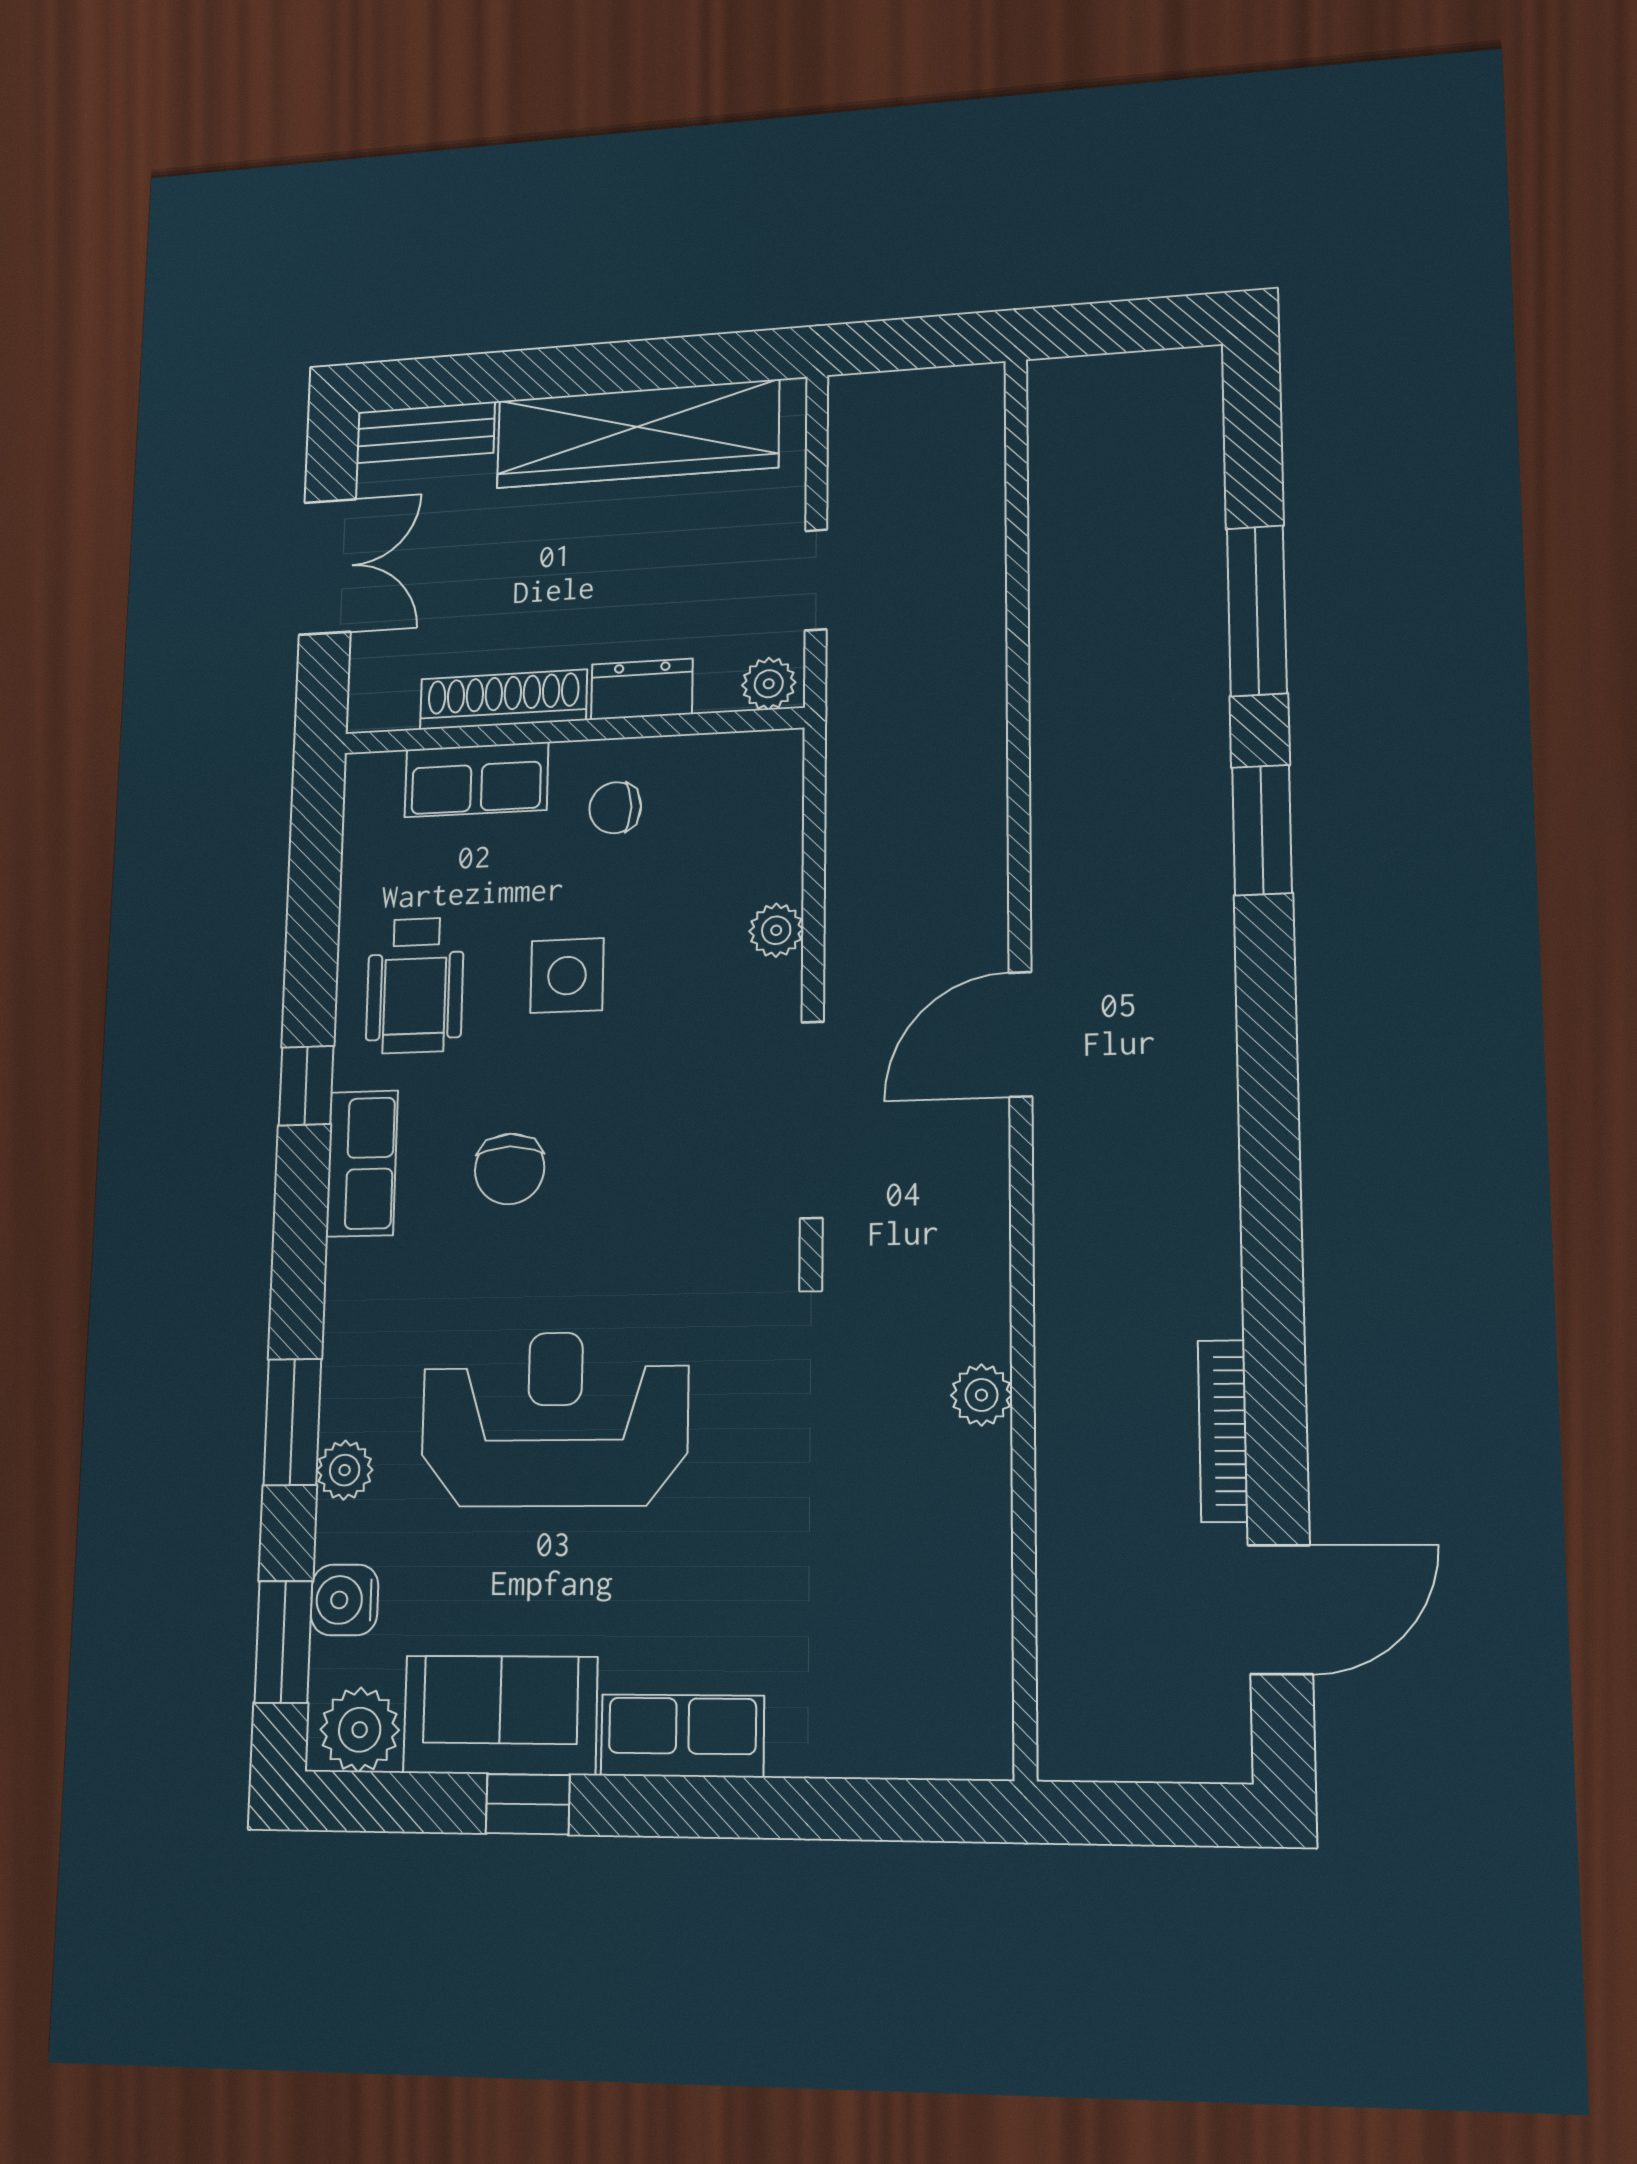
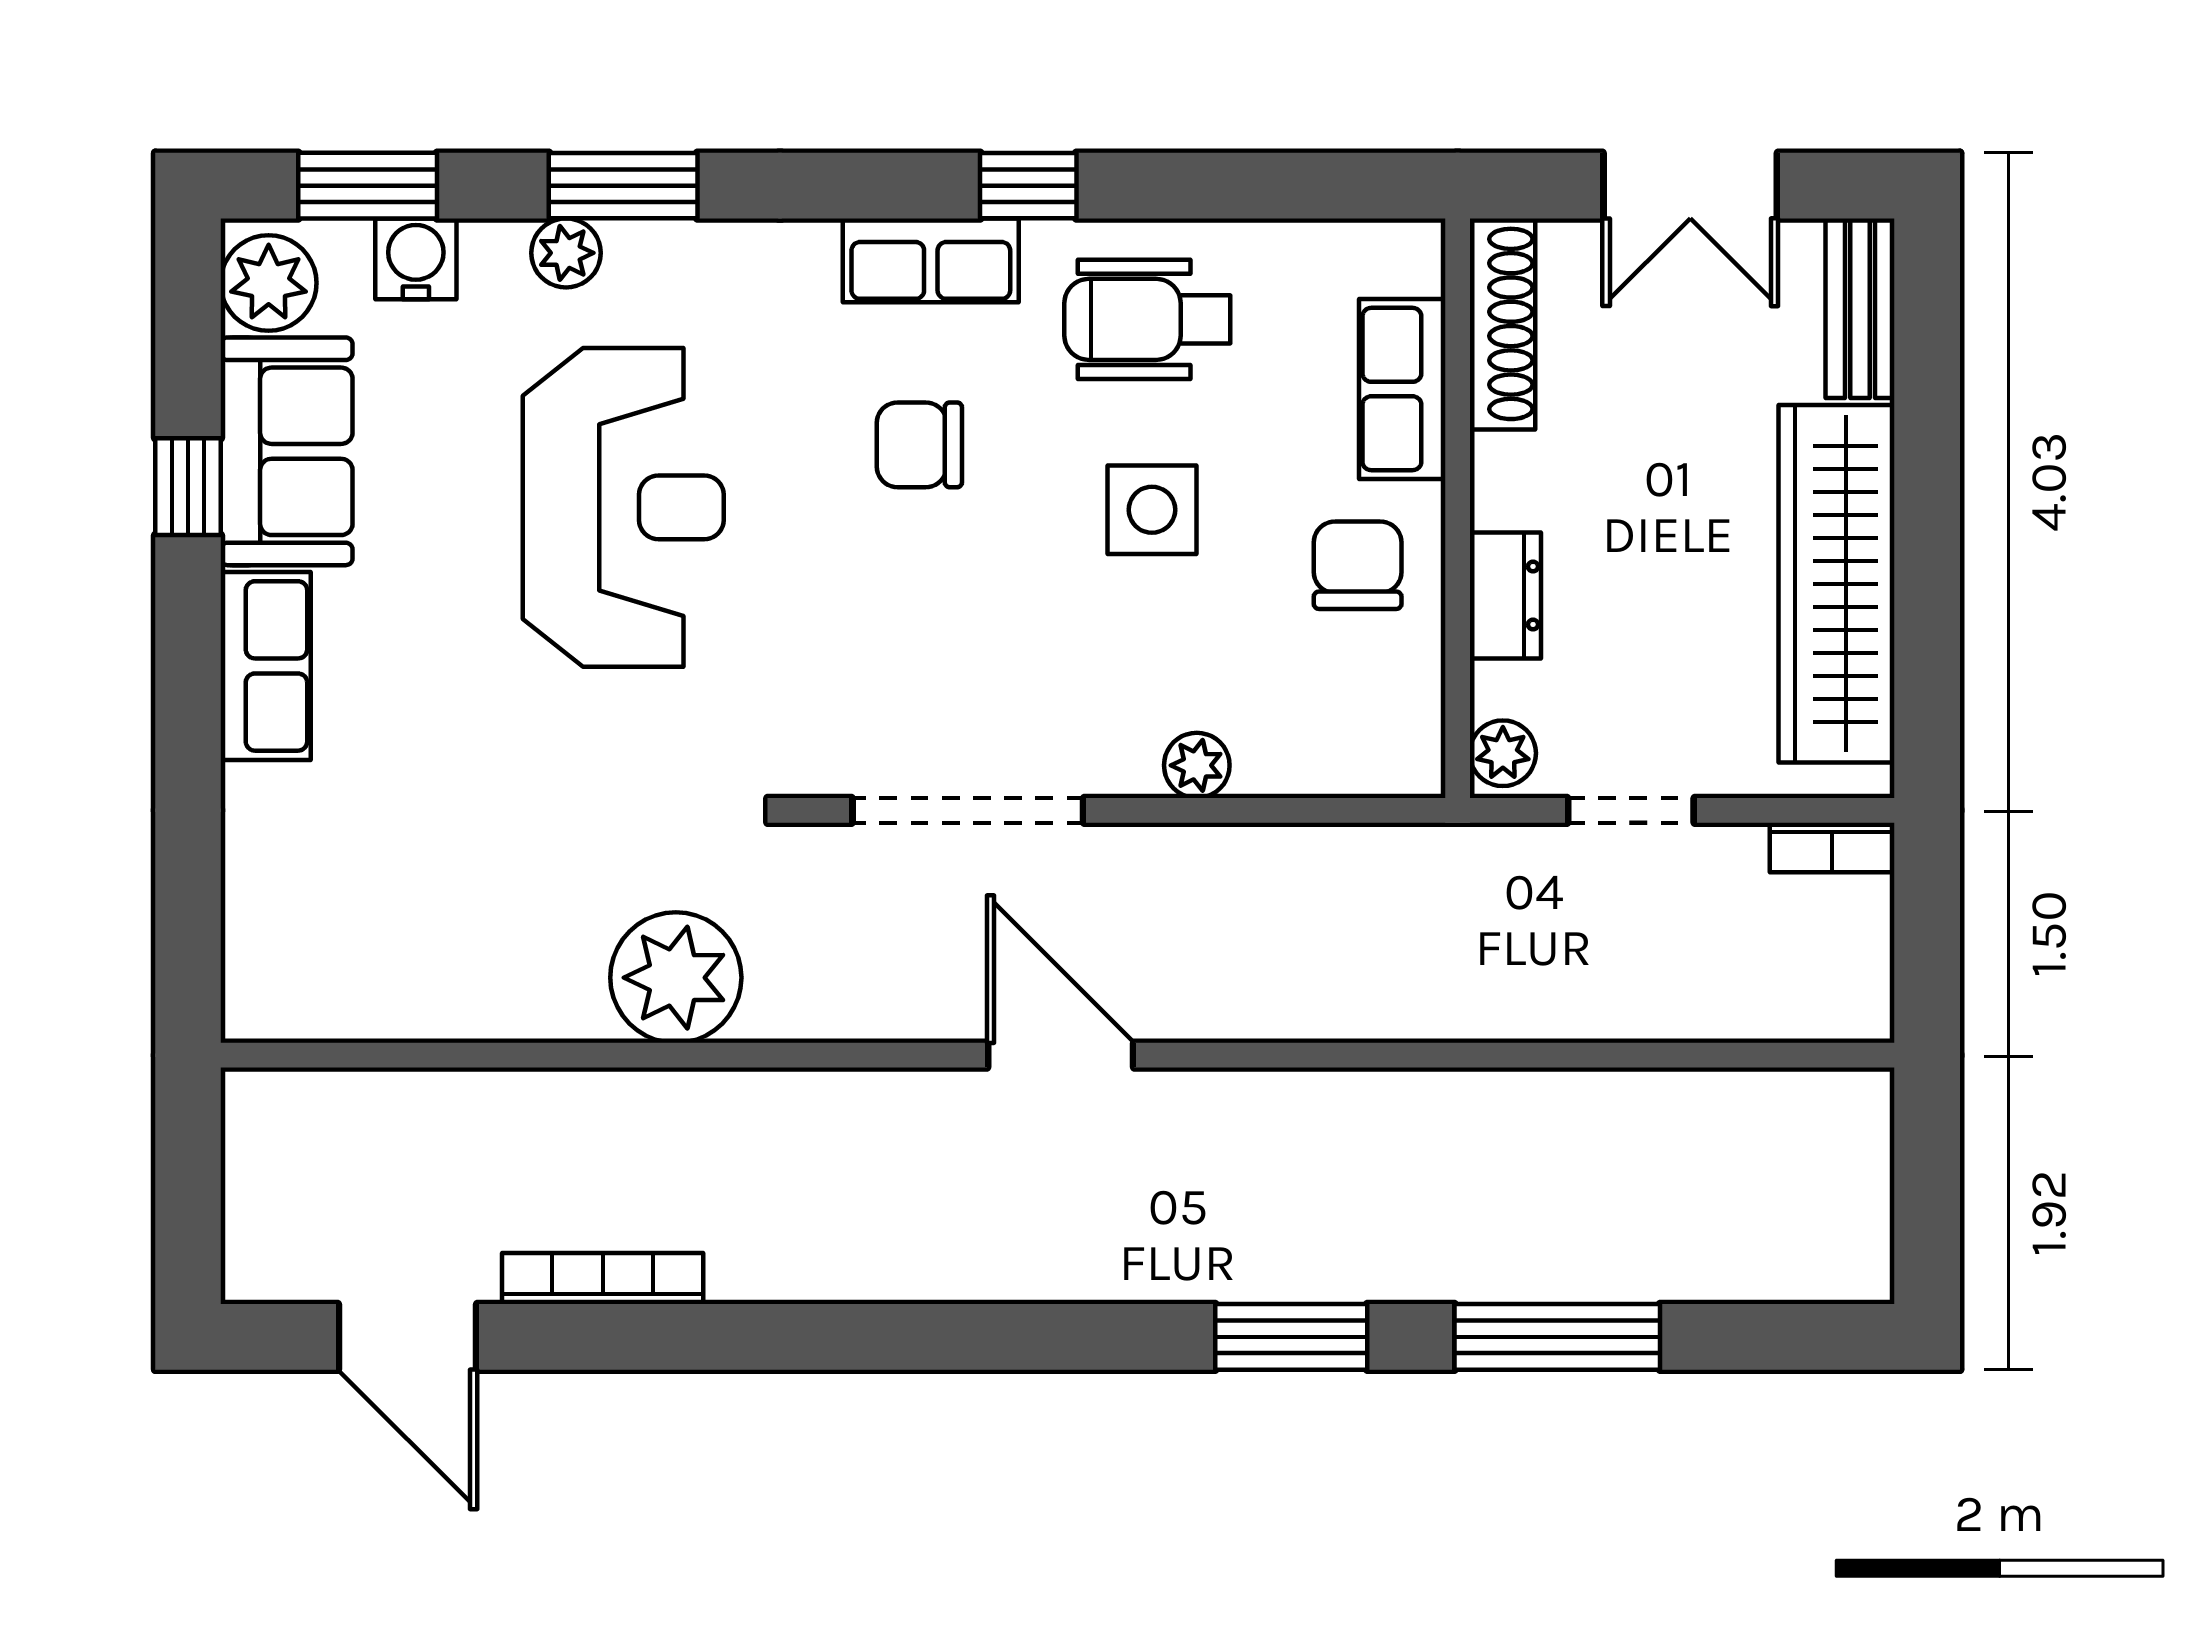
bookcase: (847, 421) -> (1832, 847), added
shoe rack: (503, 700) -> (1502, 324), moved
chair: (615, 808) -> (1358, 565), width x1.37, depth x1.37
plant: (981, 1395) -> (676, 978), width x1.88, depth x1.88

